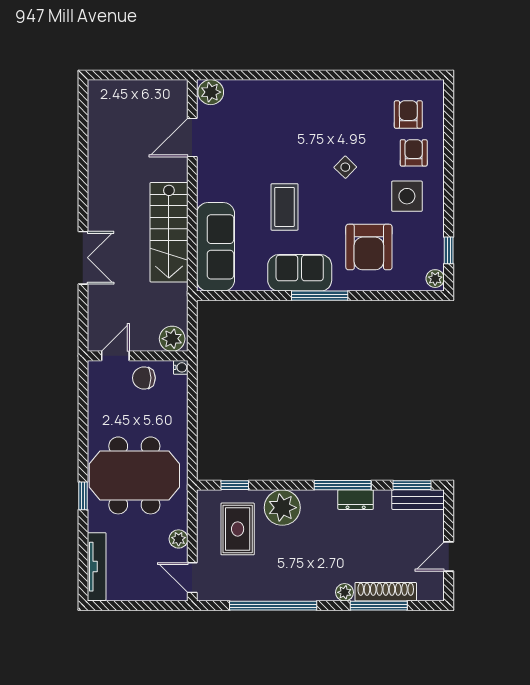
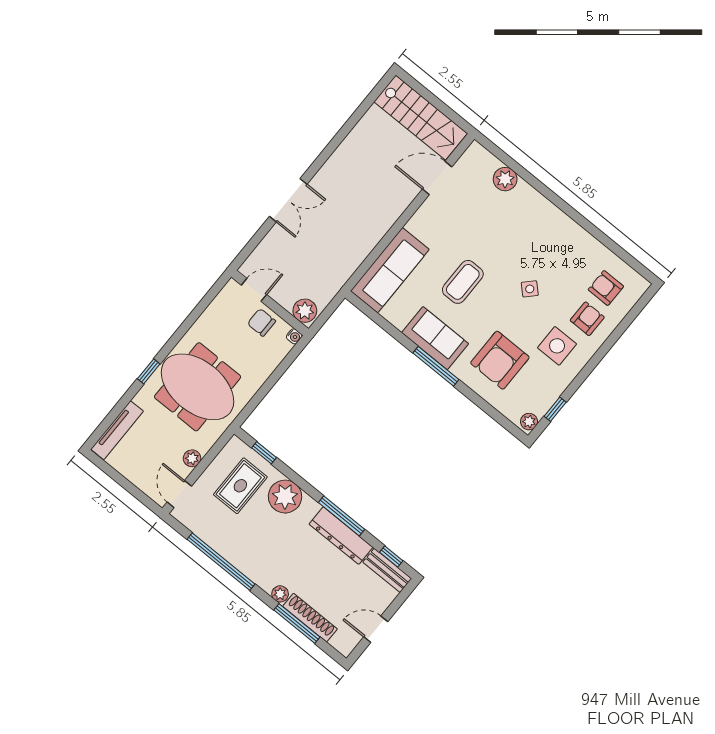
plant: (211, 92) -> (505, 179), moved
armchair: (408, 114) -> (606, 288), turned -90
stairs: (169, 232) -> (421, 118), moved, turned -90
window: (412, 485) -> (391, 556), width x0.67
dresser: (356, 500) -> (341, 536), width x1.96, depth x1.24

